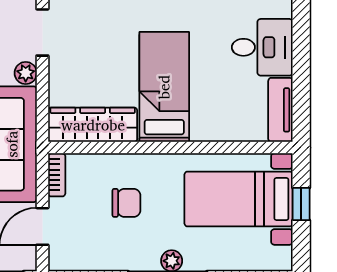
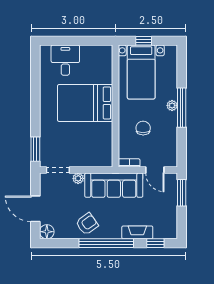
bed: (164, 87) -> (85, 103), width x1.50
tv unit: (280, 110) -> (97, 51), removed
wardrobe: (93, 125) -> (104, 145), removed

